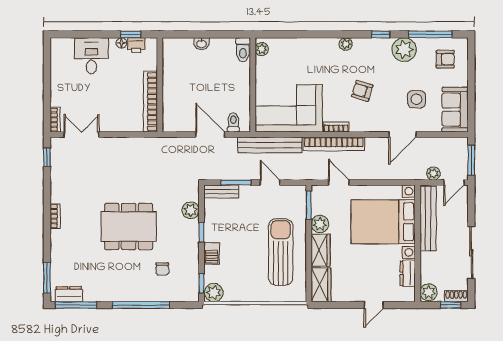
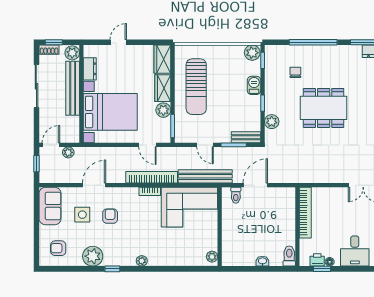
window: (430, 34) -> (71, 269), removed
toilet: (243, 50) -> (289, 256), moved
armchair: (362, 91) -> (110, 216), moved, turned -107
door: (210, 135) -> (255, 185), swing flipped
window: (471, 160) -> (36, 164), width x0.67
bench: (428, 219) -> (73, 88), moved

